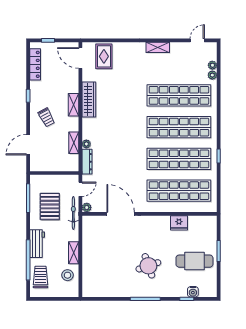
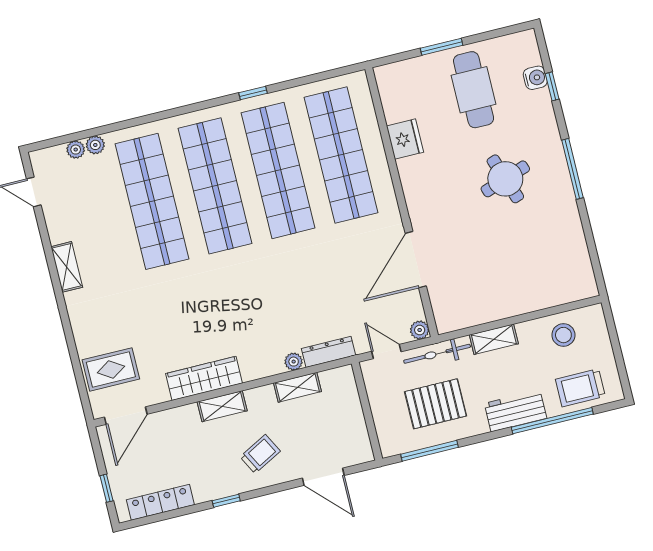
shelving: (74, 253) -> (494, 339), moved

